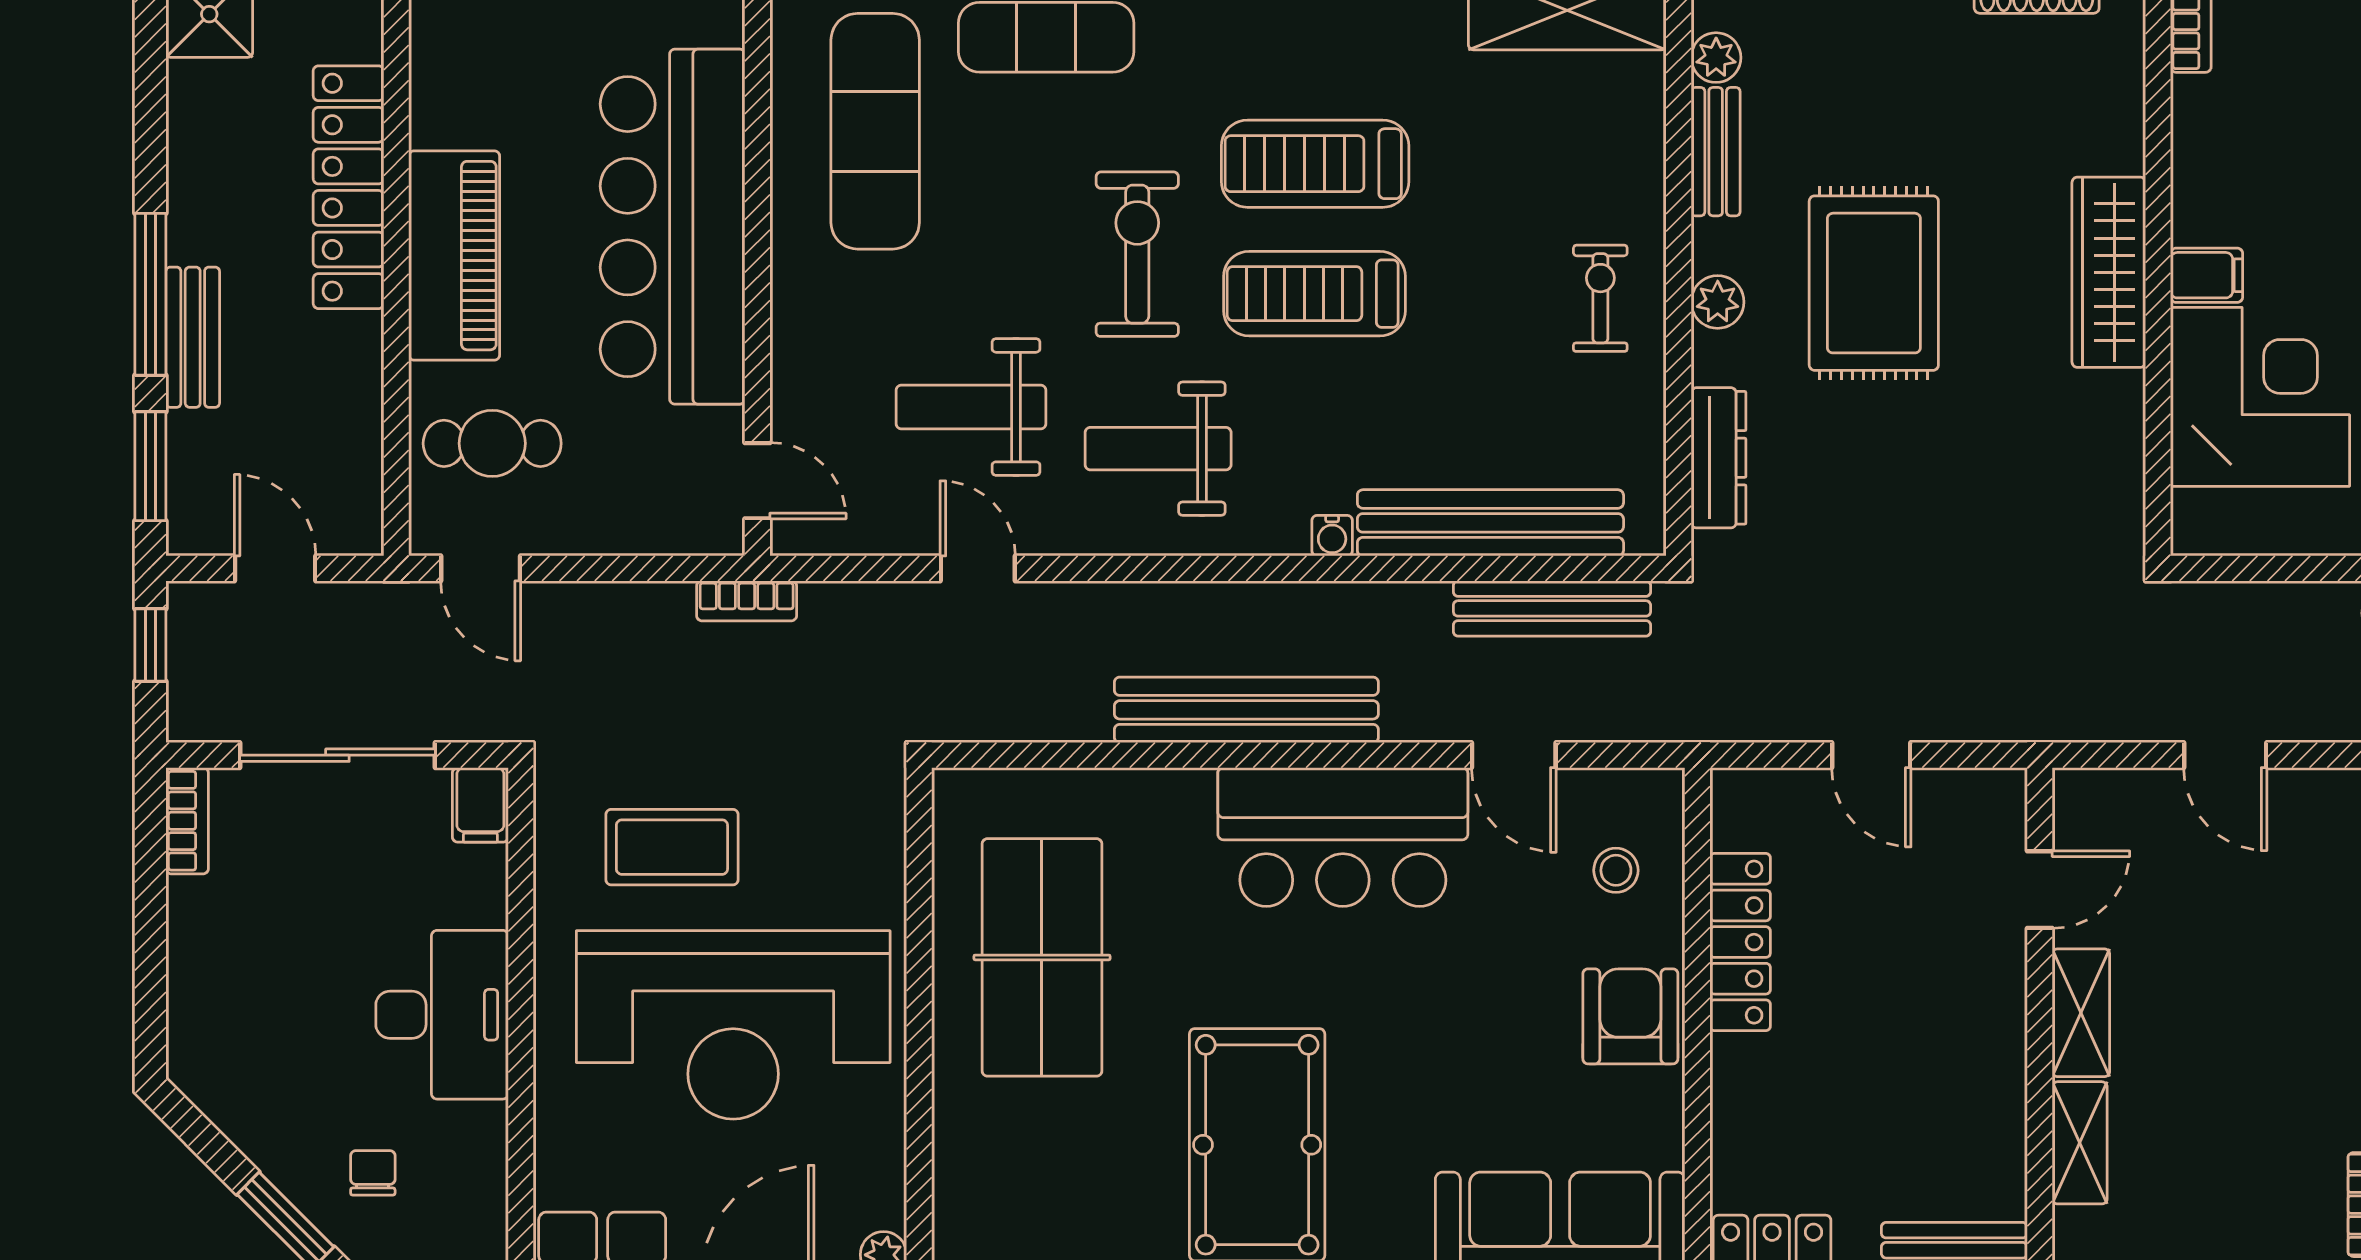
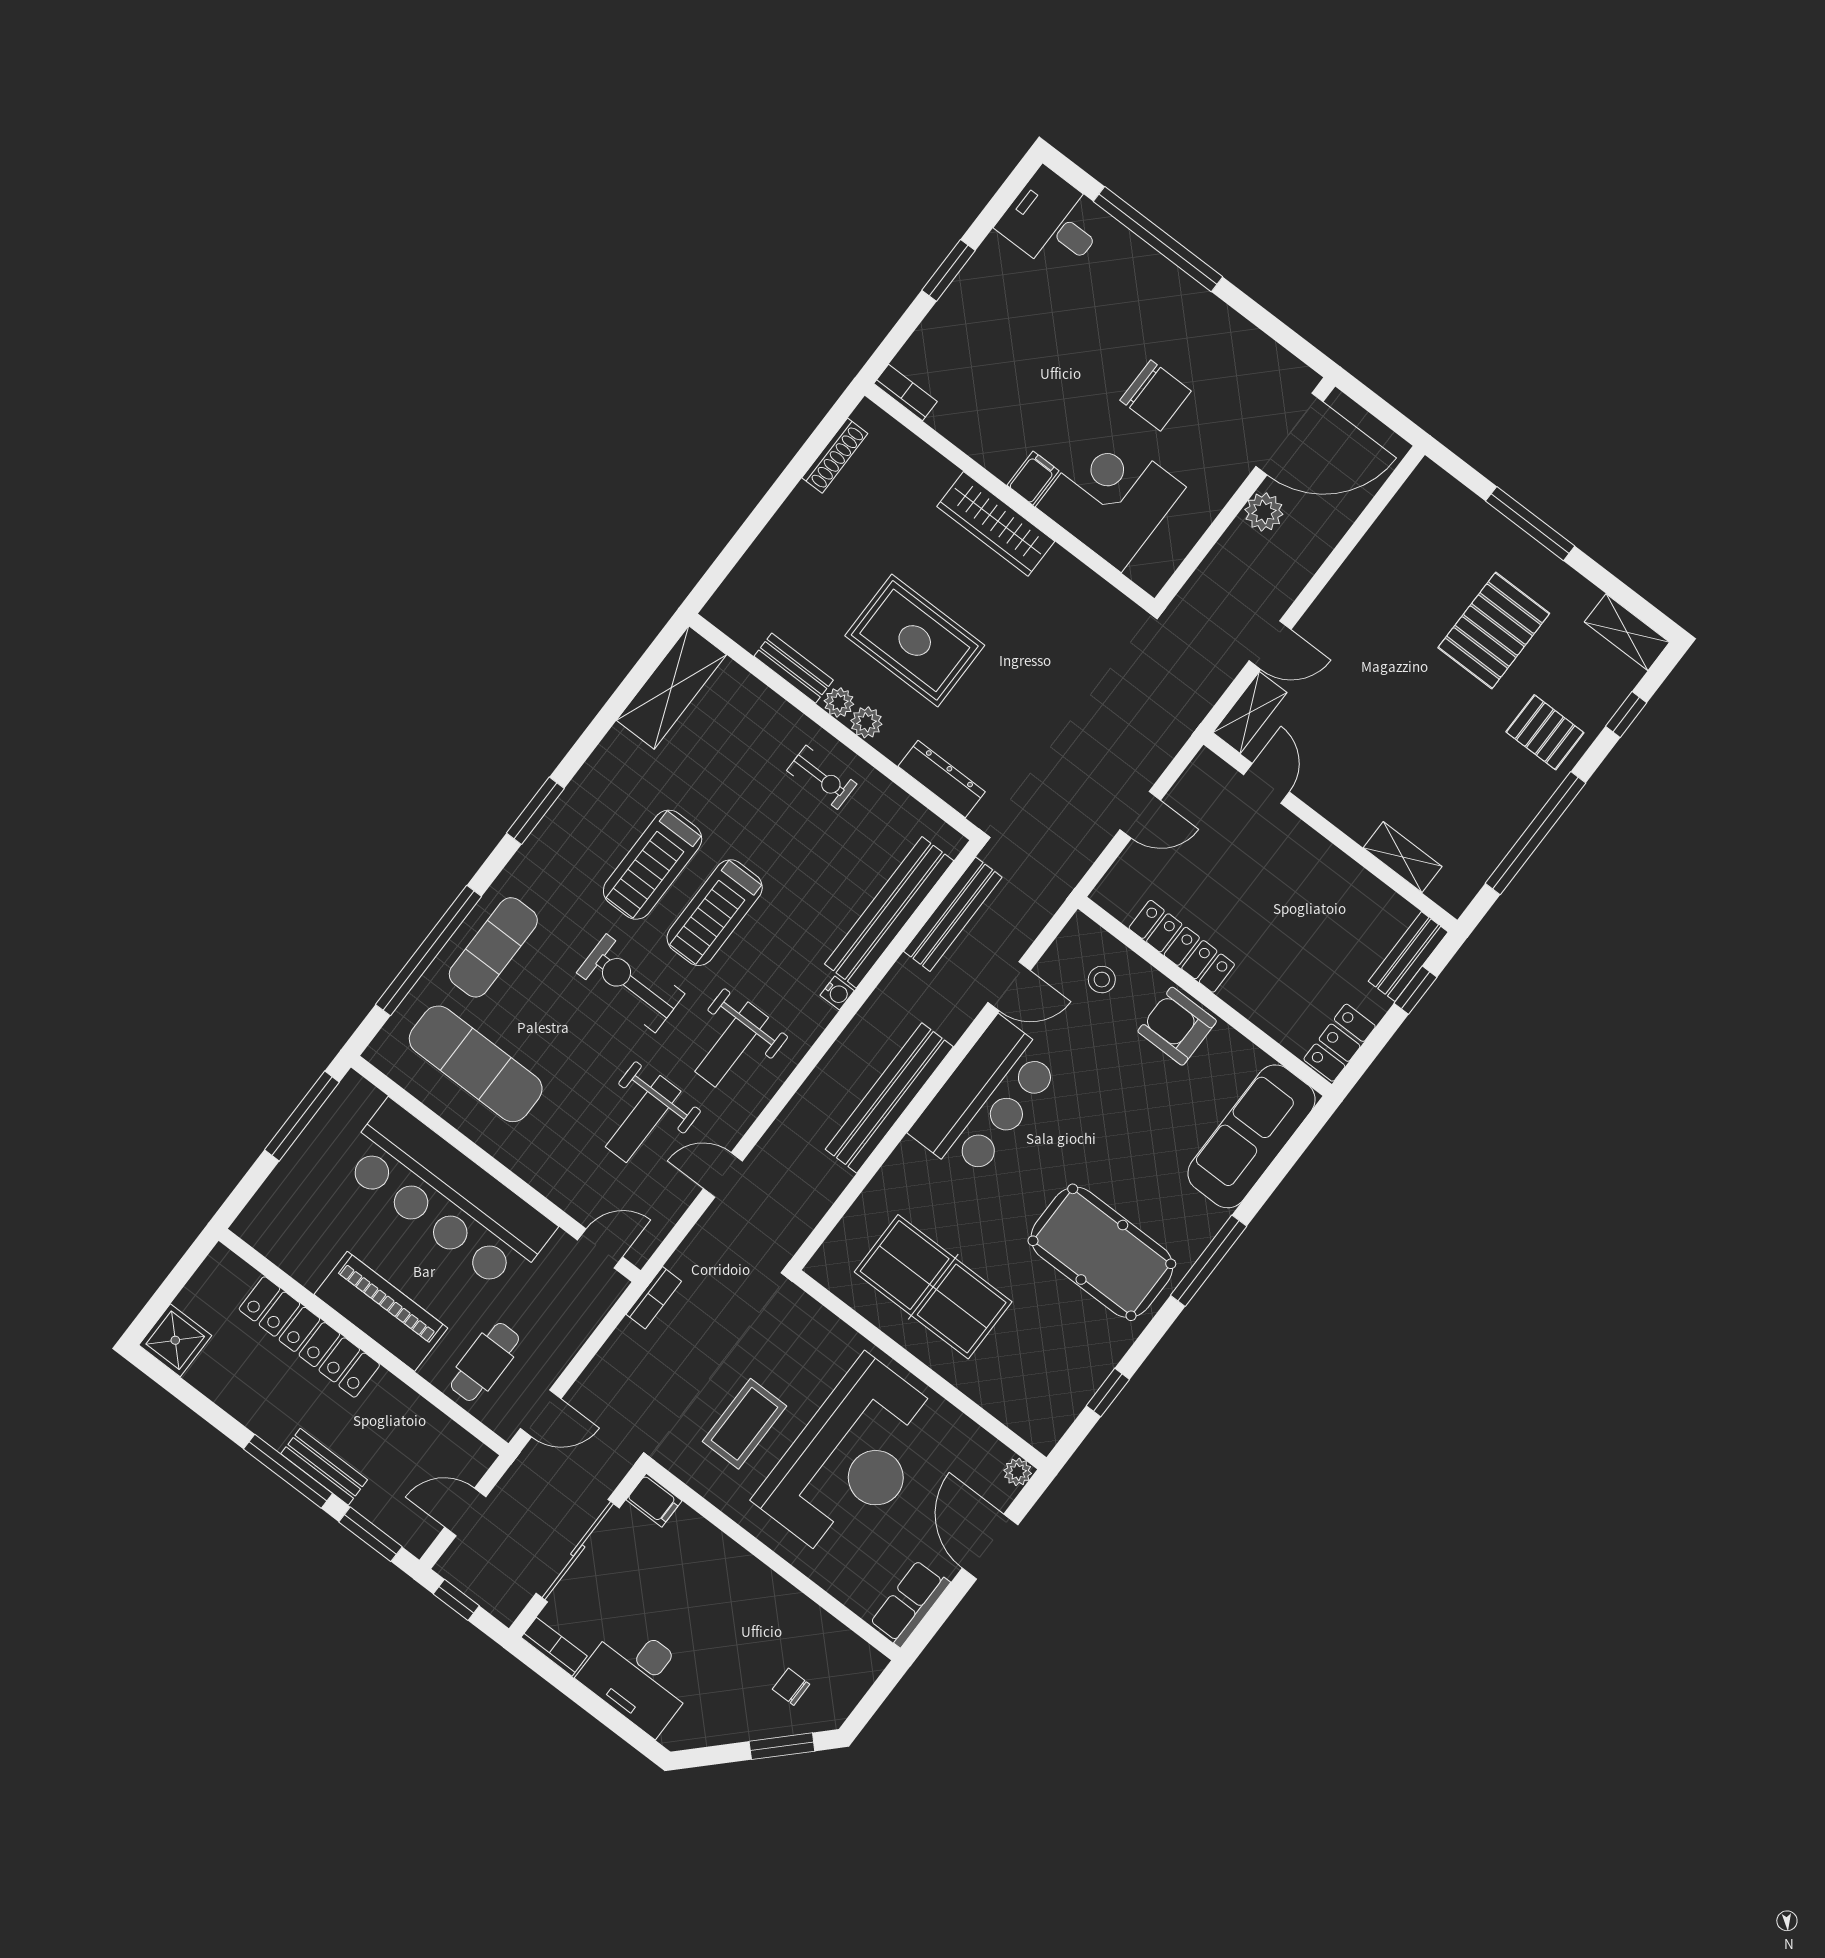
plant: (1716, 58) -> (839, 702), moved
exercise bike: (1600, 298) -> (822, 777), turned 180
shelving: (2081, 1013) -> (1250, 713), moved, turned 90
desk: (442, 1015) -> (639, 1677), moved, turned 180

